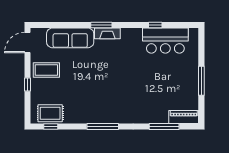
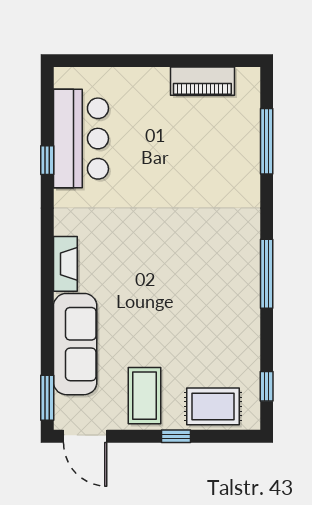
window: (101, 25) -> (47, 398), moved
window: (201, 81) -> (168, 61), removed
rug: (50, 113) -> (213, 406), moved, turned 90
piano: (184, 117) -> (202, 81), moved, turned -90

